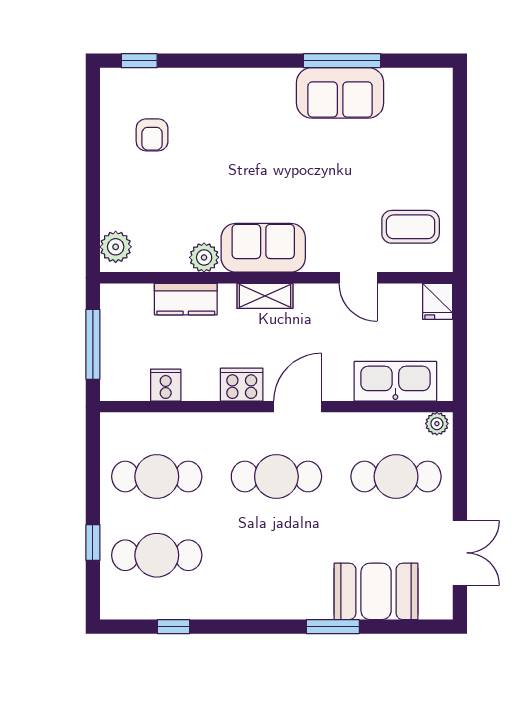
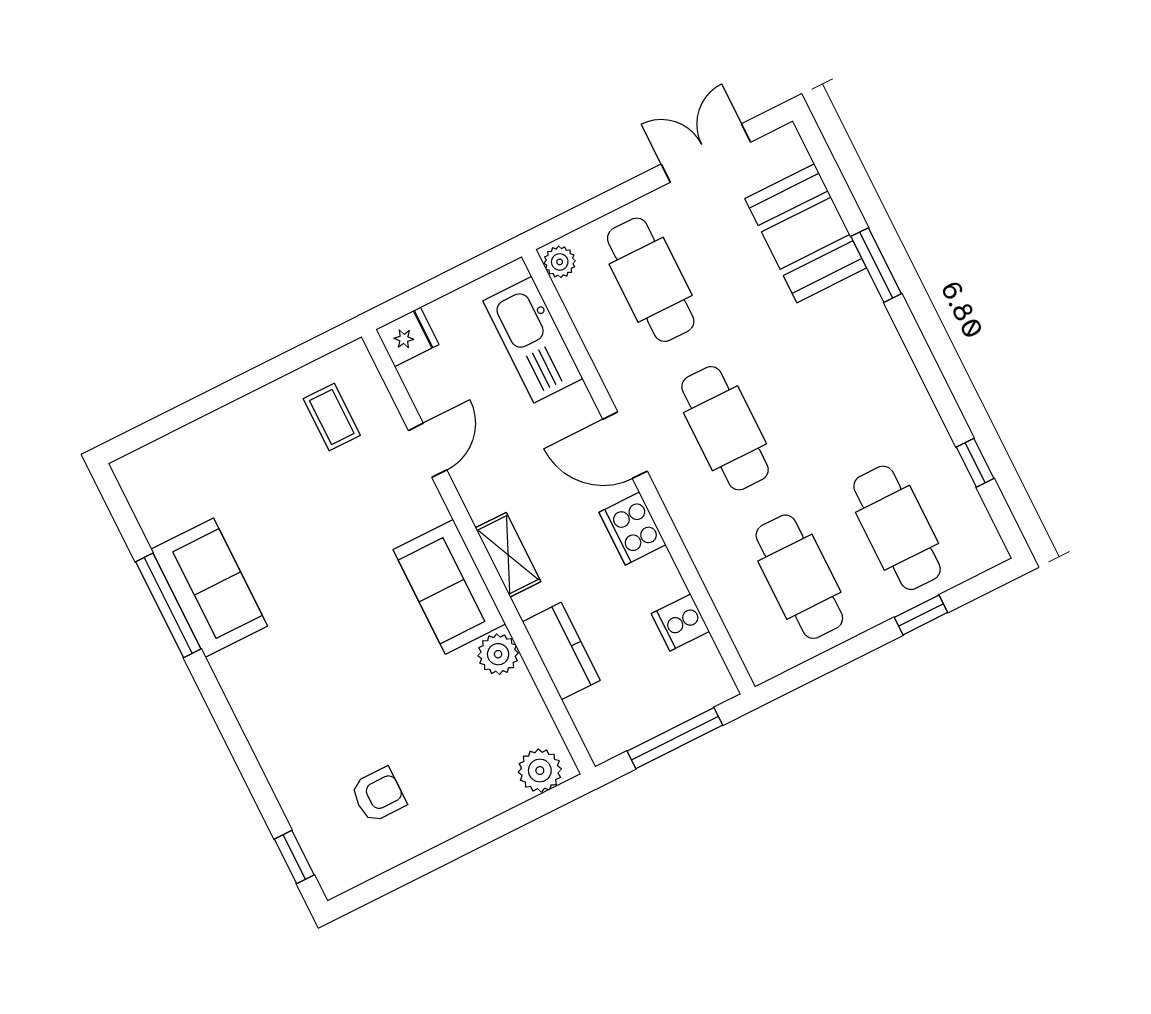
coffee table: (411, 227) -> (332, 417), width x0.73, depth x0.77

